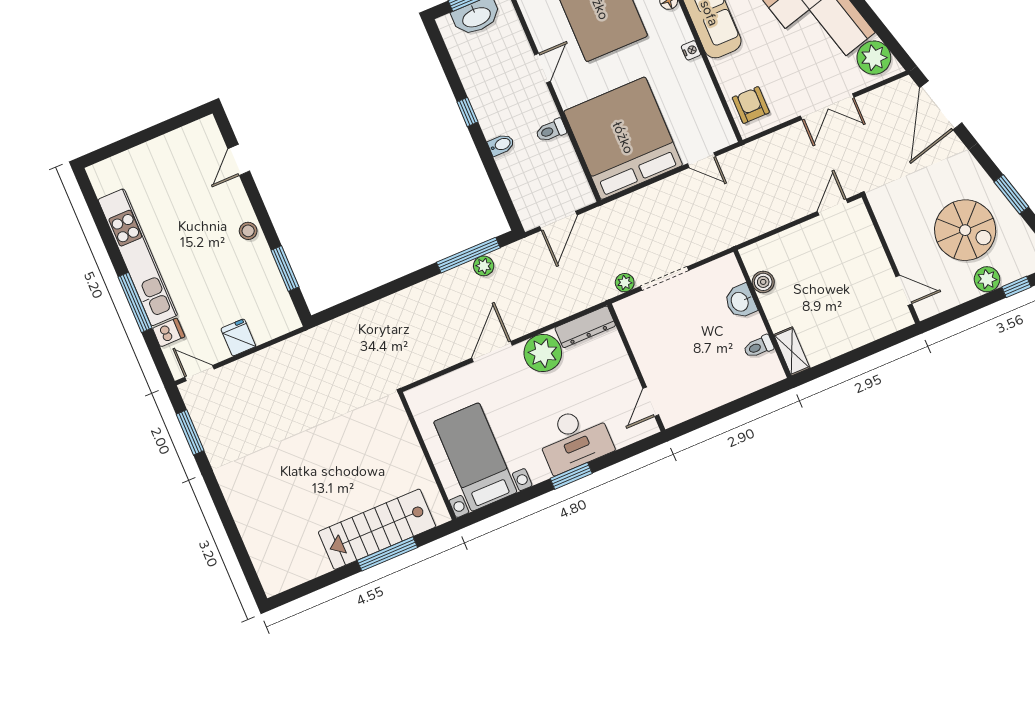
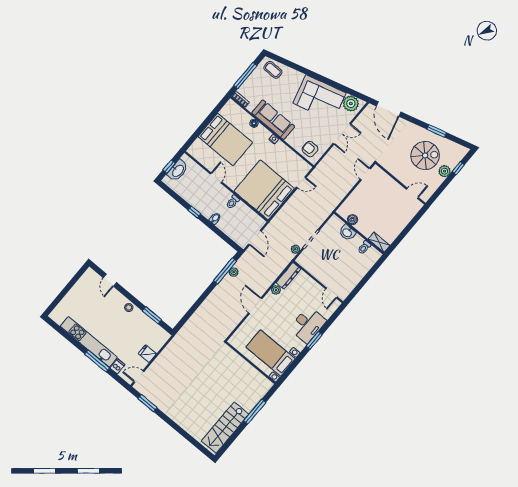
plant: (543, 353) -> (276, 290), width x0.53, depth x0.53
stairs: (377, 529) -> (225, 428), moved

